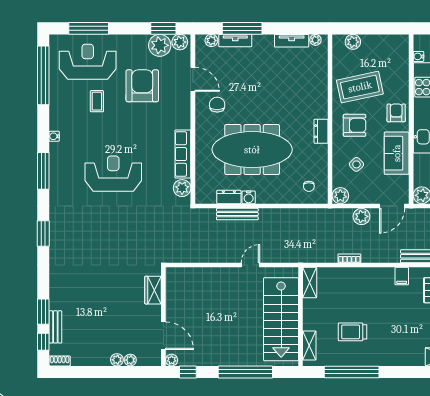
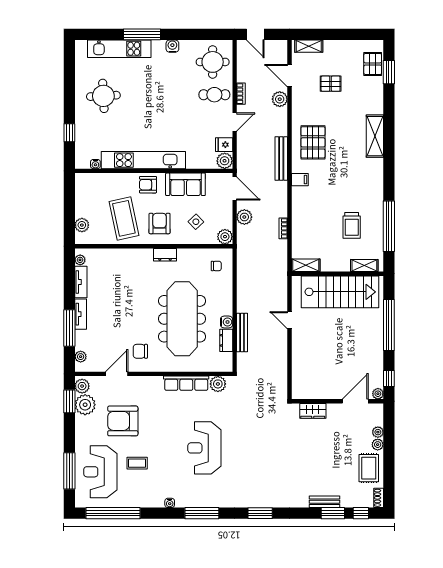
tv unit: (235, 41) -> (81, 314), moved
bench: (55, 327) -> (325, 502), moved
rug: (92, 350) -> (369, 468), added

